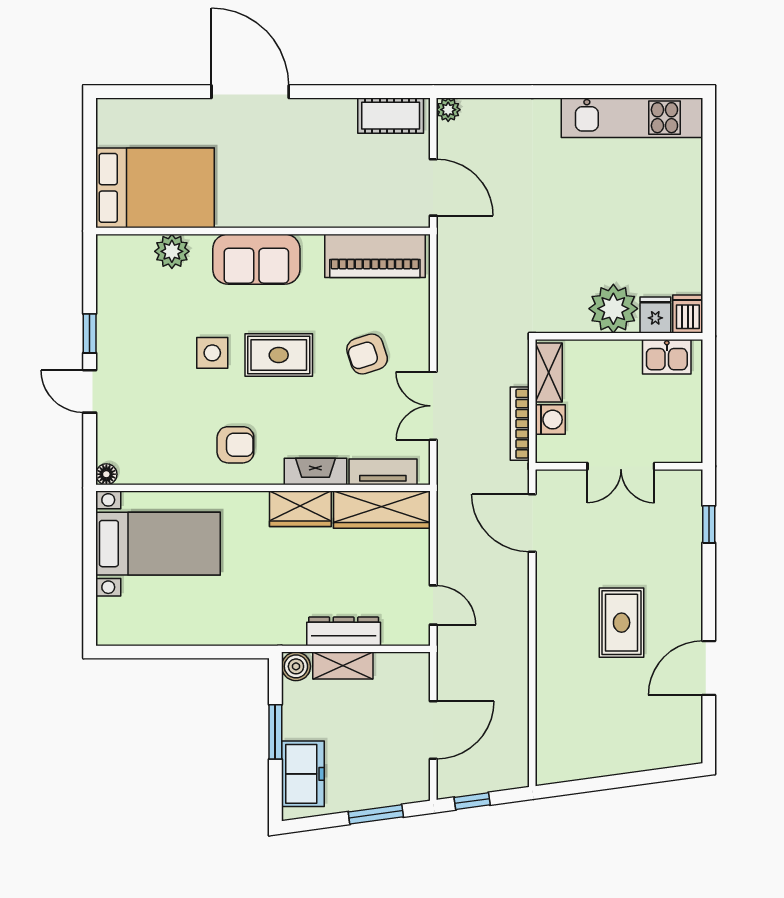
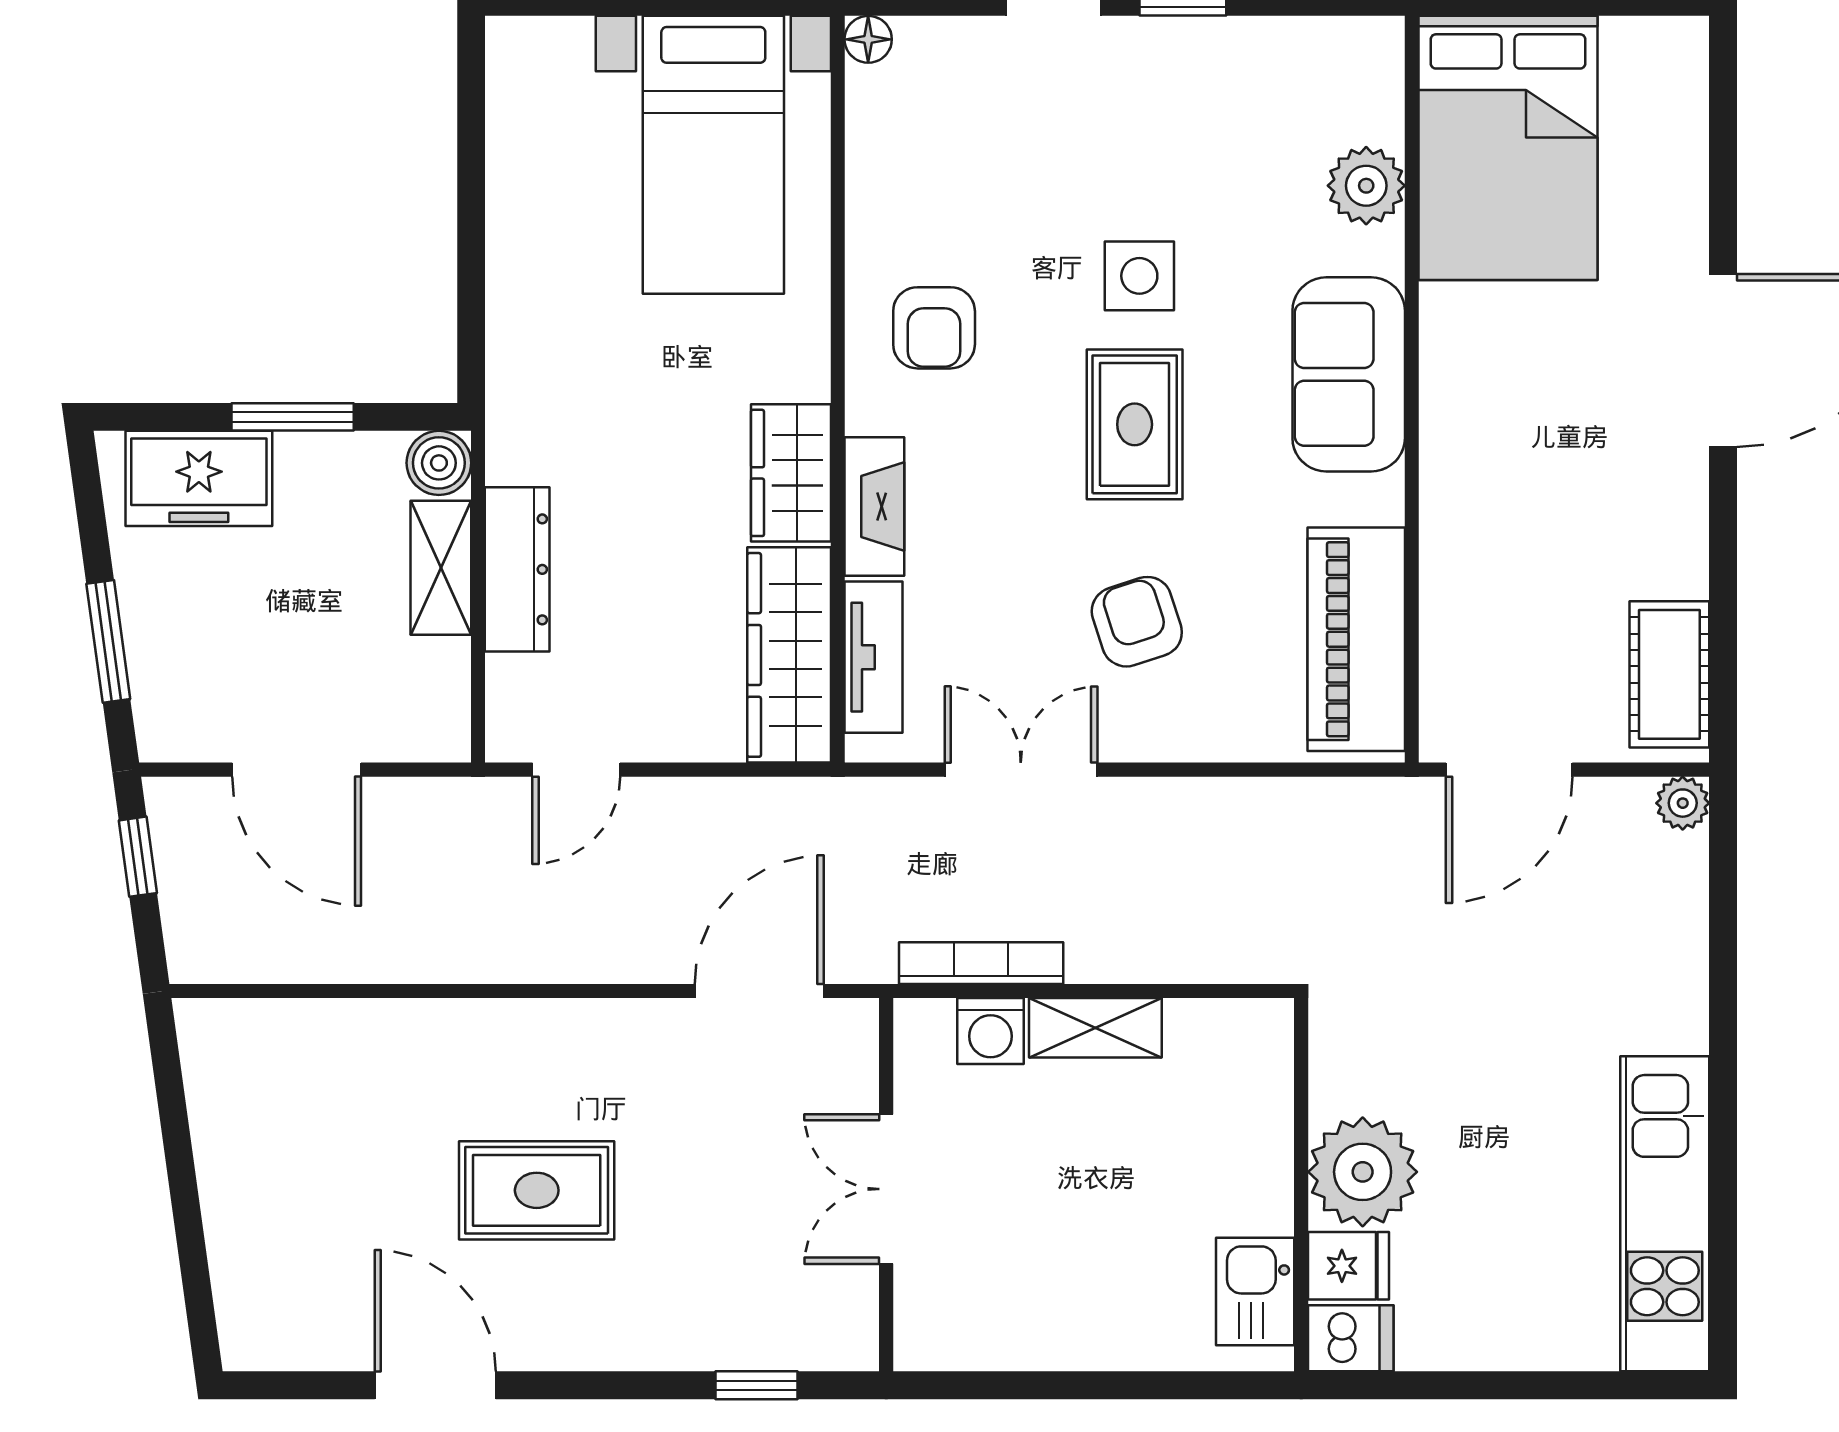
plant: (613, 309) -> (1363, 1172), moved
dishwasher: (688, 314) -> (1351, 1338), moved
fridge: (655, 315) -> (1348, 1266), moved
wall: (619, 336) -> (1301, 1185), moved
kitchen sink: (667, 357) -> (1255, 1291), moved

